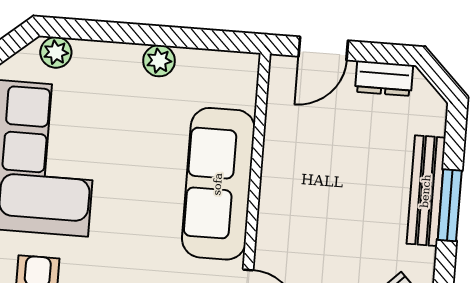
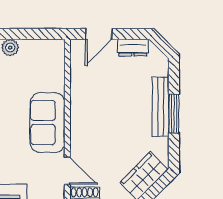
sofa: (218, 184) -> (48, 123), width x0.73

